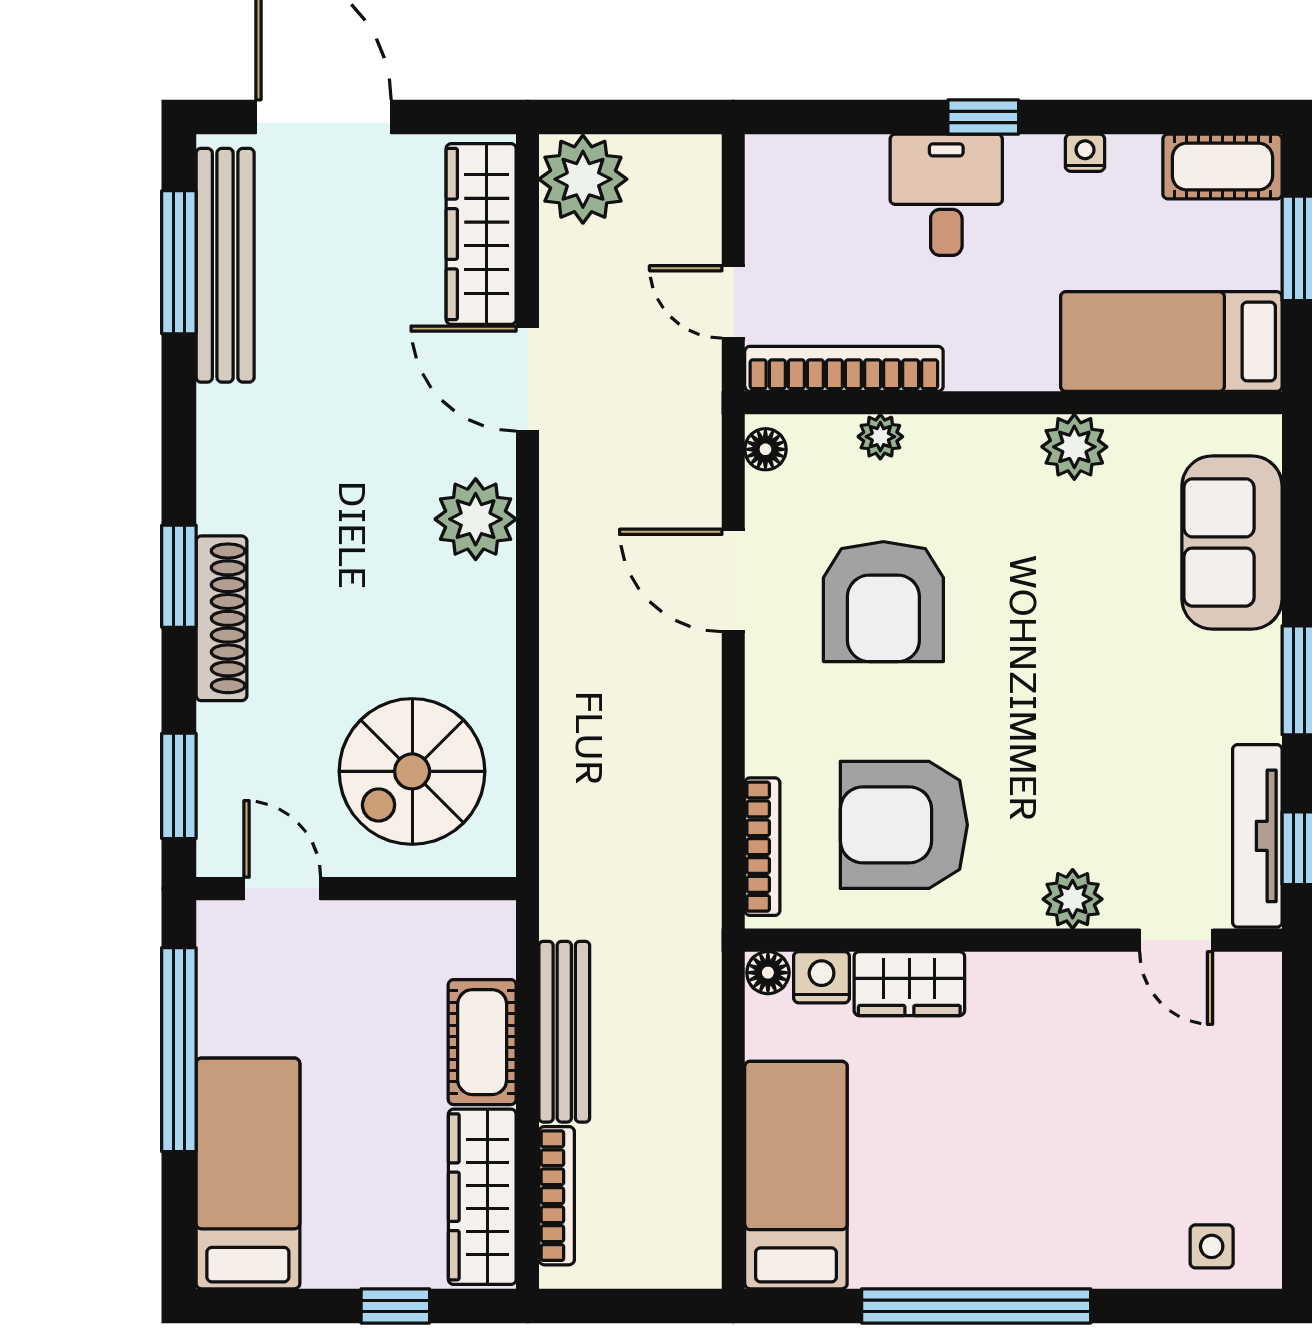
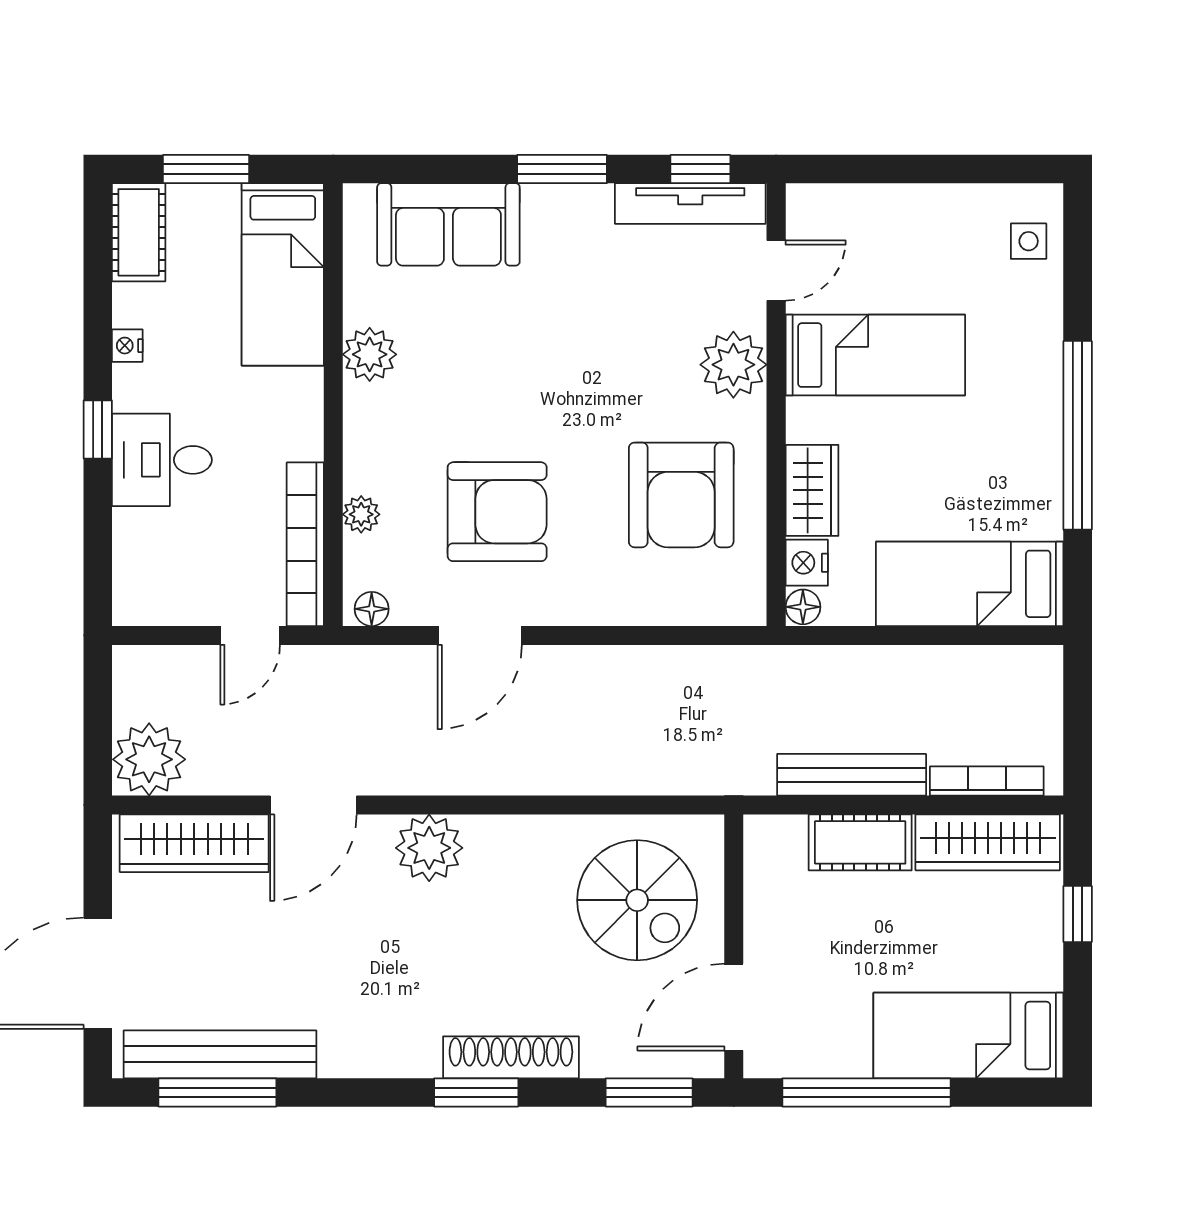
bookcase: (762, 847) -> (699, 611), removed
door: (282, 889) -> (734, 1007), width x1.38
plant: (1073, 899) -> (733, 365), width x1.36, depth x1.36
bed: (1073, 1060) -> (875, 355), added

